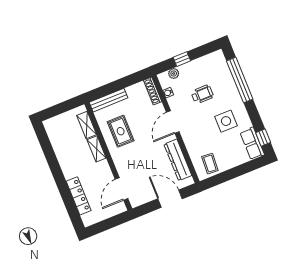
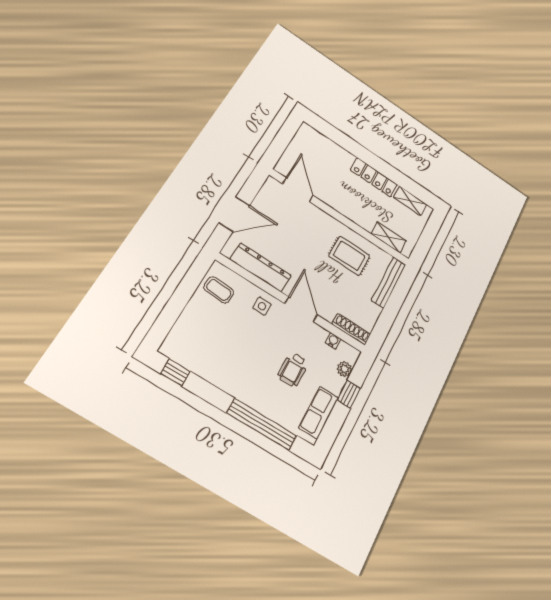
side table: (226, 121) -> (262, 306), moved, width x0.54, depth x0.54
row of seats: (252, 143) -> (319, 413), moved, turned -90
shelving: (97, 149) -> (410, 201), moved
locker: (79, 196) -> (374, 177), moved

